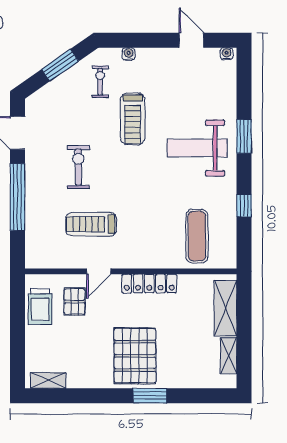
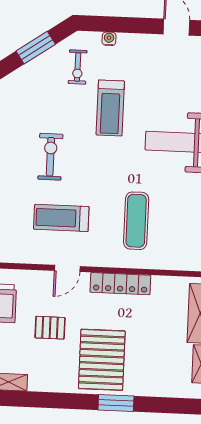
exercise bike: (100, 82) -> (78, 67), turned 180
exercise mat: (197, 236) -> (136, 221), moved
pallet: (74, 302) -> (50, 328), moved, turned 90

